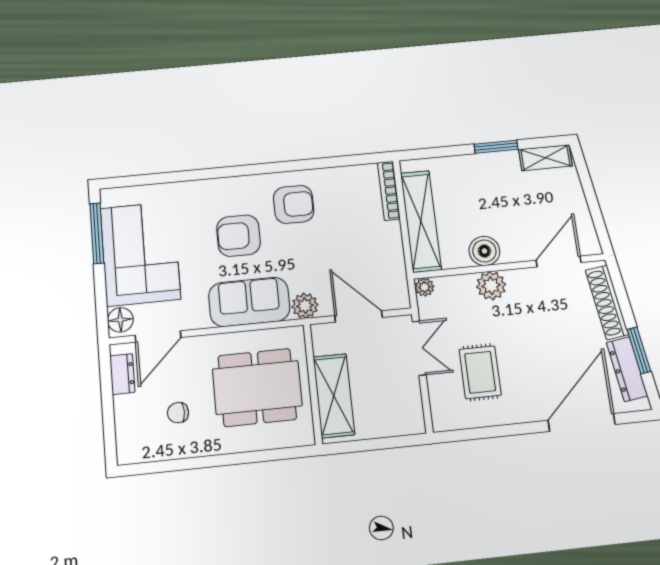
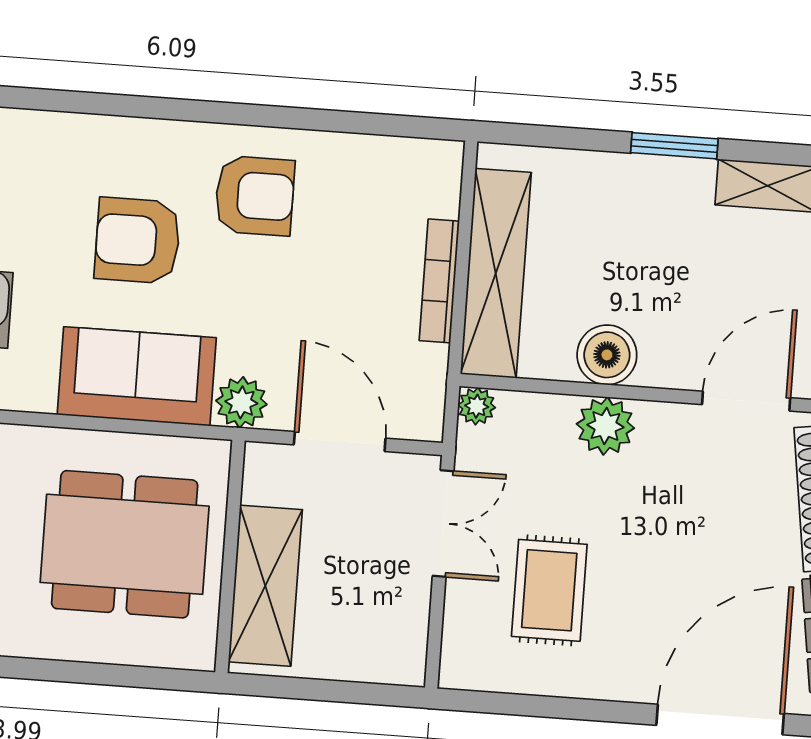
bookcase: (389, 191) -> (439, 281), moved

